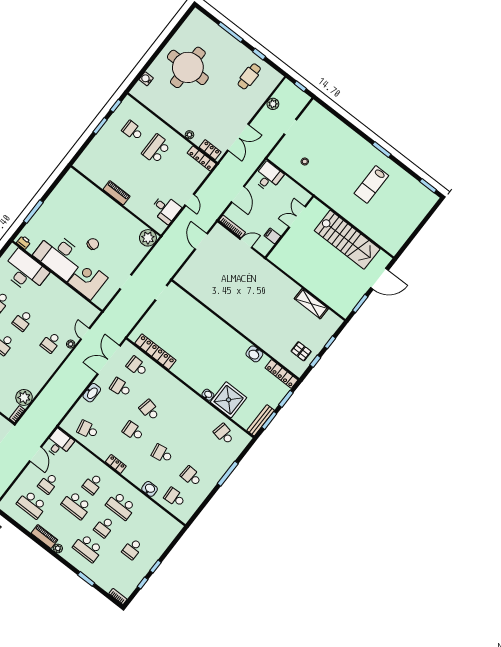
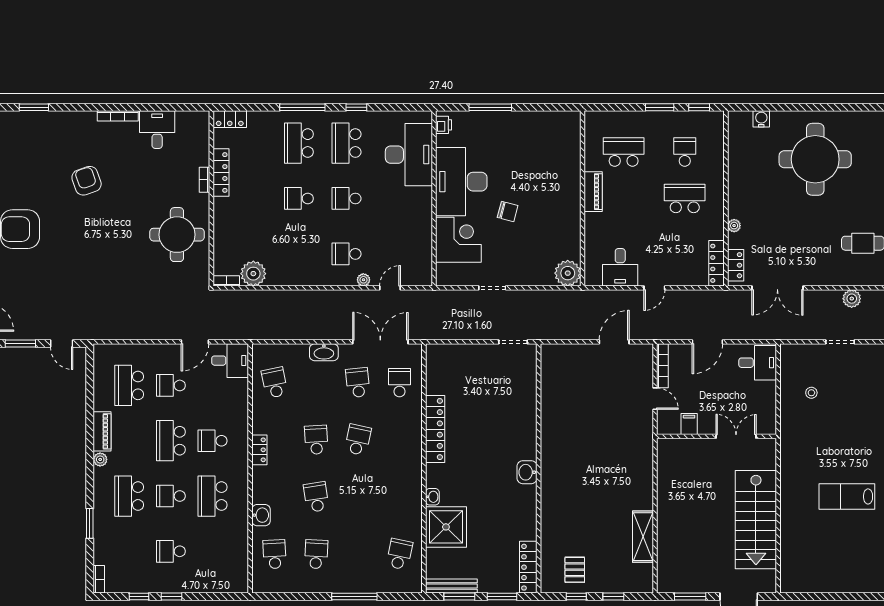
school desk: (109, 162) -> (624, 152), added
locker: (155, 352) -> (435, 429), moved
washbasin: (254, 354) -> (527, 472), moved

